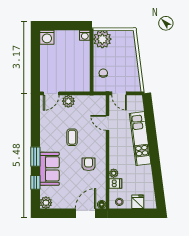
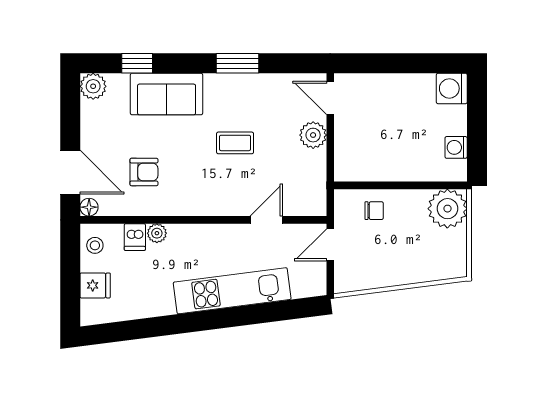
washing machine: (85, 35) -> (456, 147), moved
window: (35, 157) -> (238, 63), moved
armchair: (89, 164) -> (144, 172), moved

